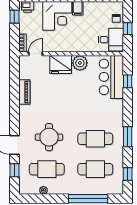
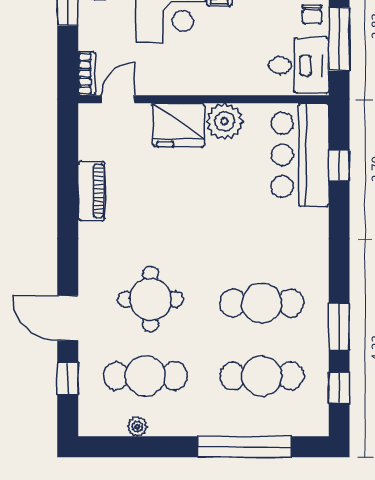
window: (128, 29) -> (339, 39), width x2.17
window: (128, 137) -> (339, 326), moved

